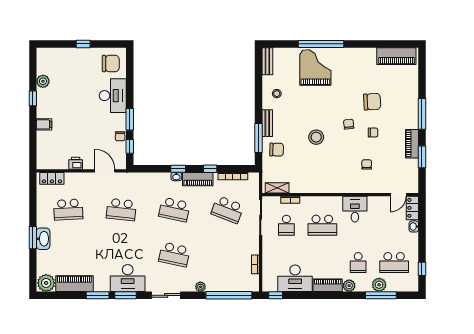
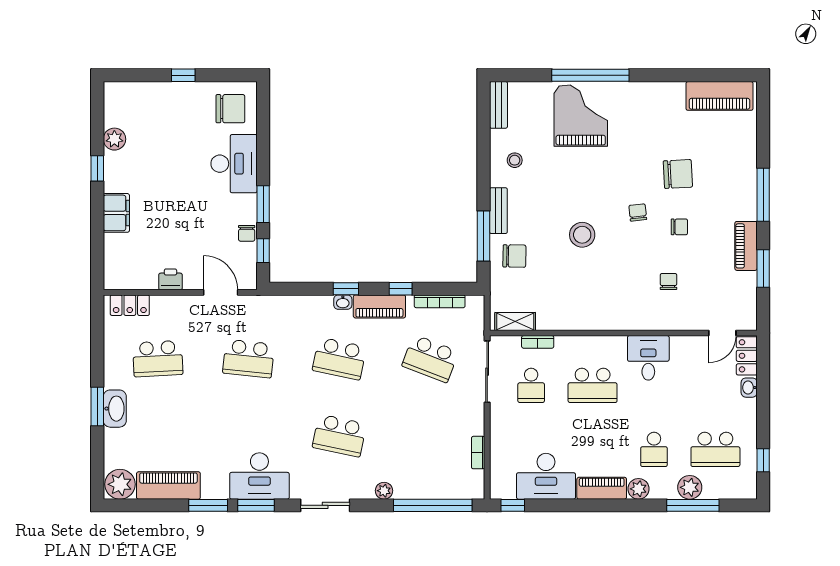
filing cabinet: (44, 124) -> (116, 213), width x2.00

